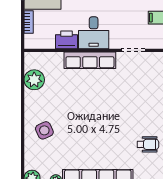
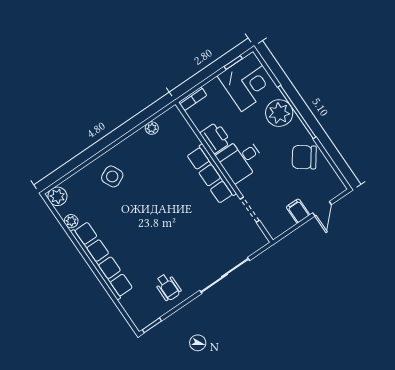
bookcase: (29, 22) -> (193, 99), moved
plant: (34, 80) -> (152, 128), width x0.53, depth x0.53

